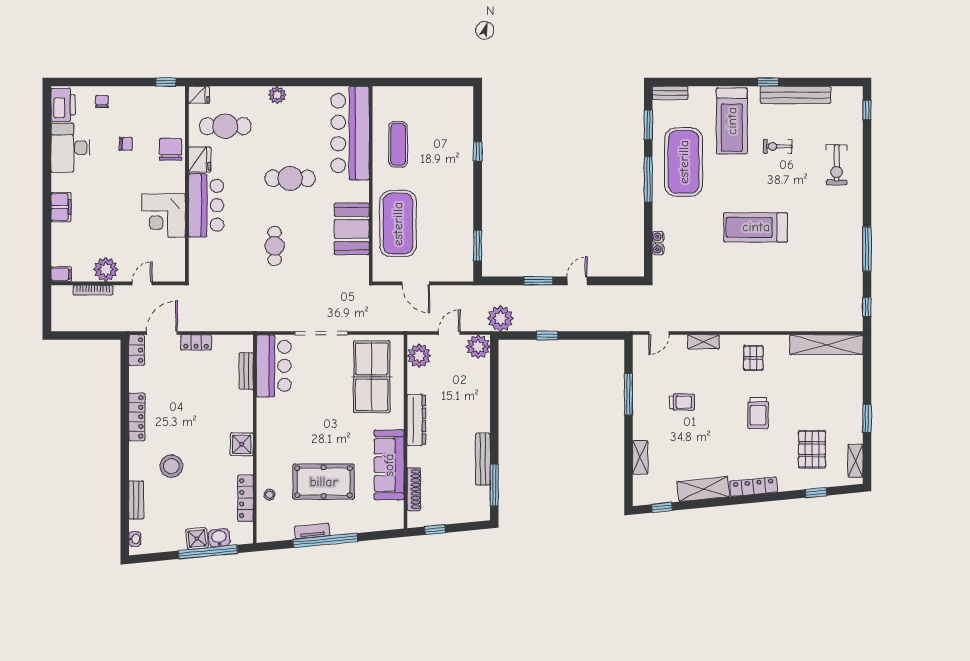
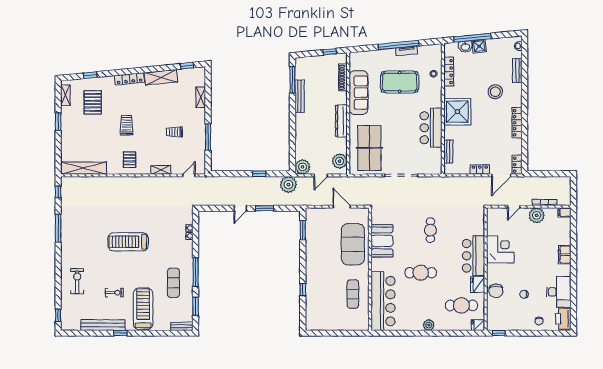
exercise mat: (684, 162) -> (173, 283), width x0.50, depth x0.69
treadmill: (756, 227) -> (128, 242), turned 180
bar counter: (274, 366) -> (431, 128), moved
shower: (242, 444) -> (457, 112), width x1.86, depth x1.86

